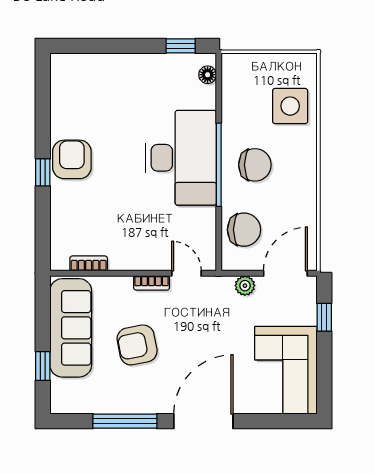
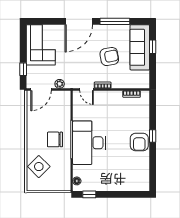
side table: (290, 106) -> (39, 167), turned 45
chair: (244, 230) -> (60, 110), removed
sofa: (71, 328) -> (140, 47), moved

